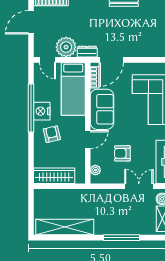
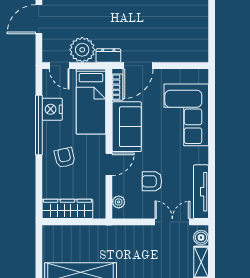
nightstand: (42, 111) -> (52, 109), moved

